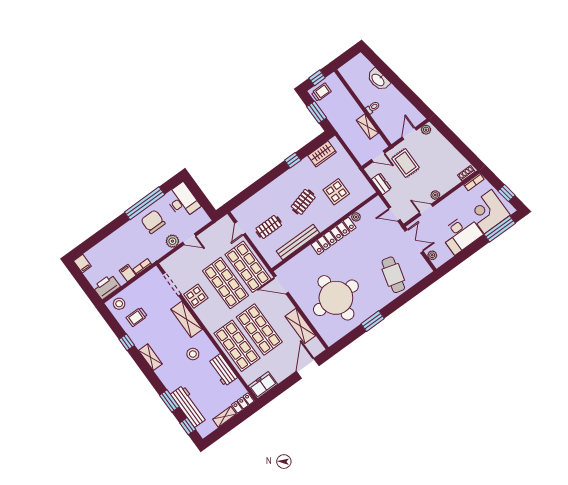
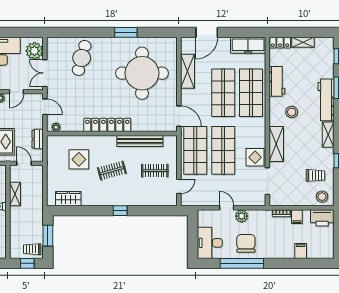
window: (293, 160) -> (120, 211), moved
door: (426, 210) -> (16, 92), hinge flipped
plant: (356, 217) -> (56, 127), moved
chair: (153, 222) -> (246, 243), turned 180
plant: (432, 255) -> (34, 51), width x1.88, depth x1.88
filing cabinet: (82, 264) -> (301, 251), moved
freezer: (263, 385) -> (248, 45), width x1.40
workbench: (189, 406) -> (326, 100), moved

